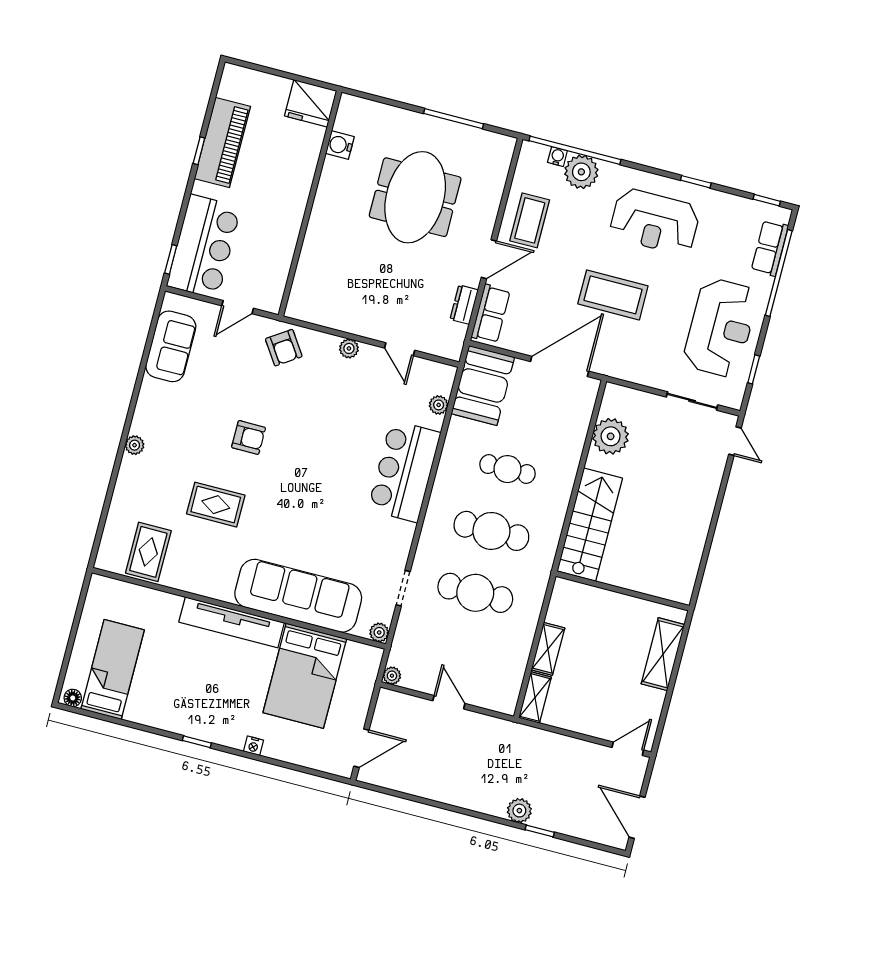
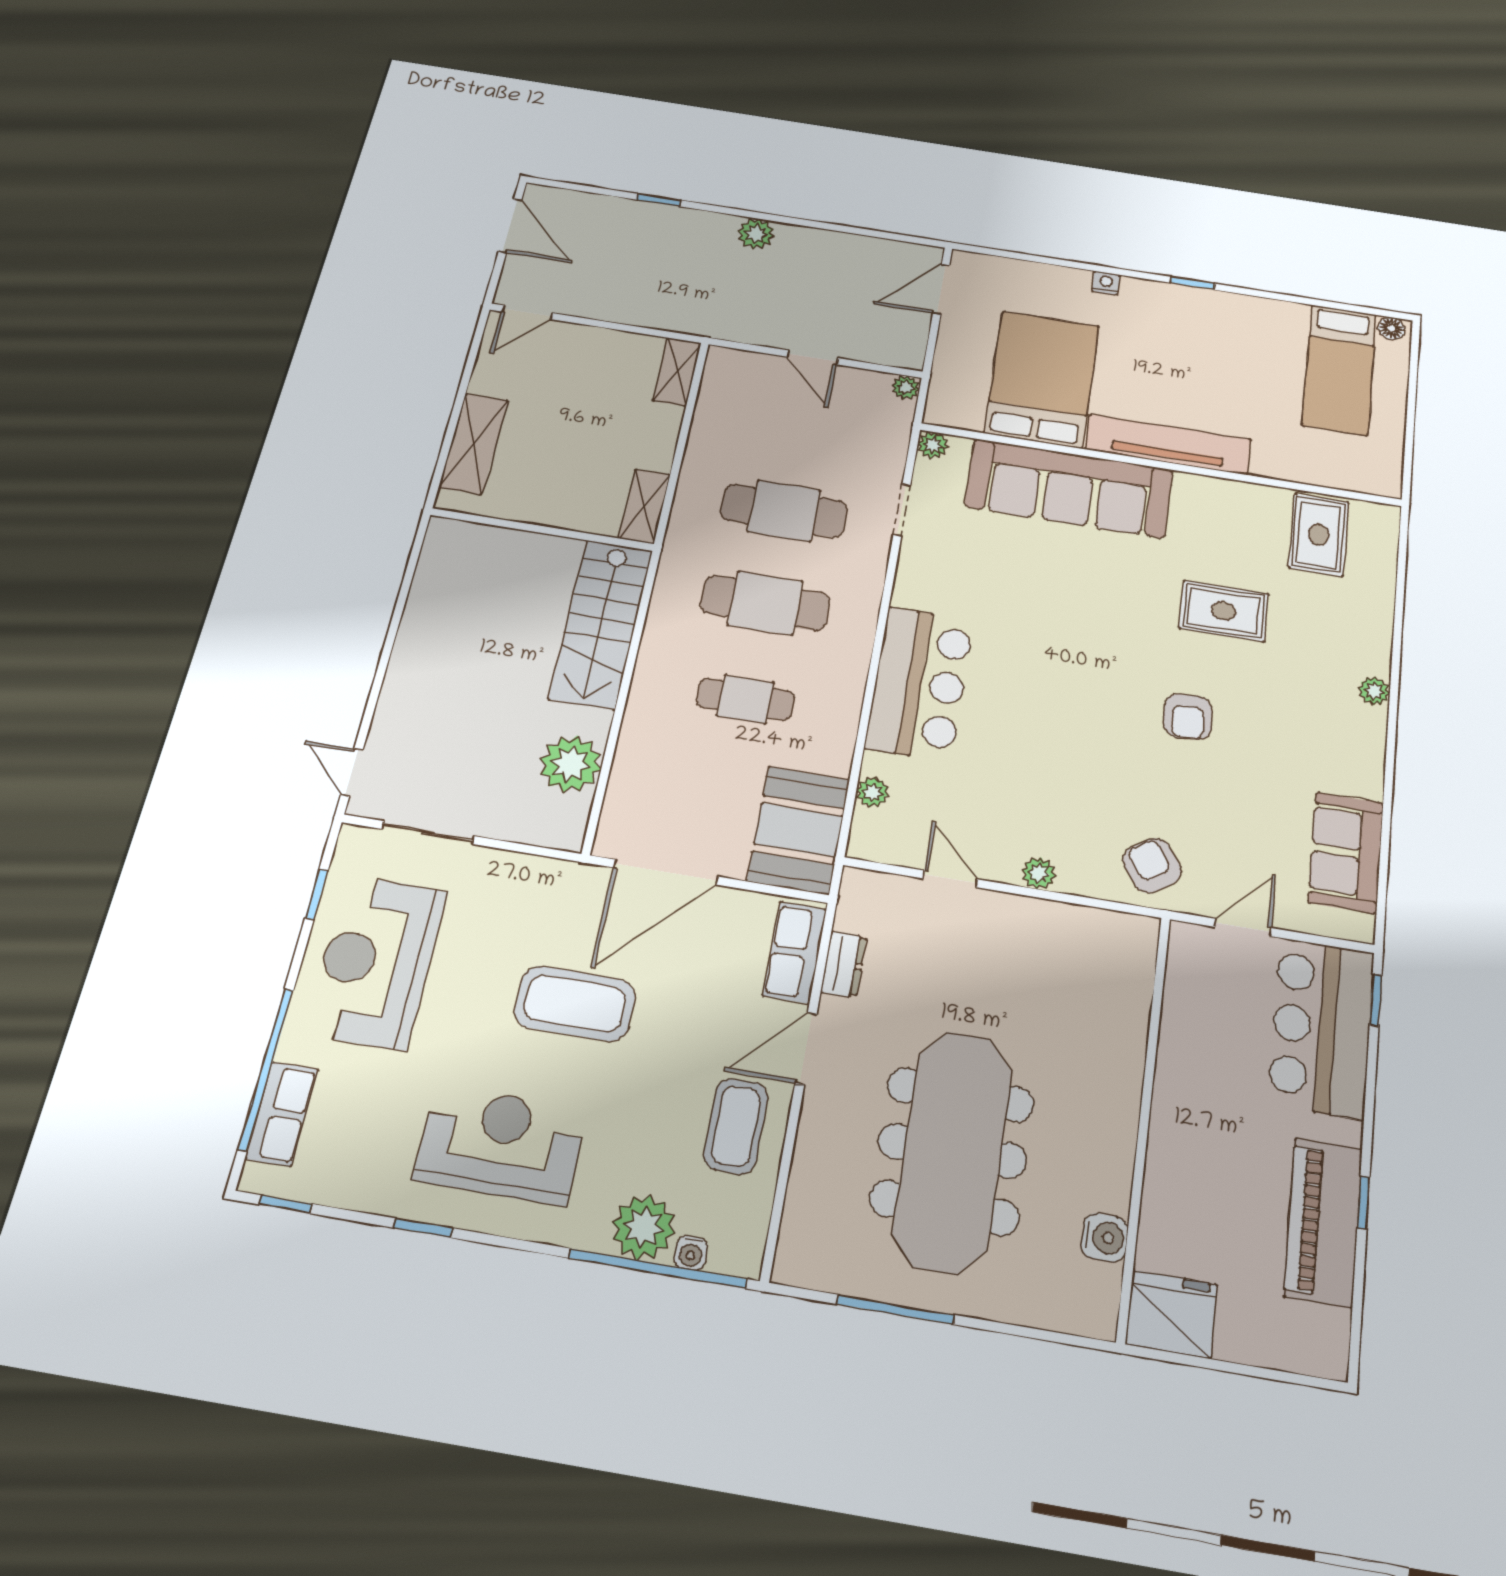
meeting table: (415, 197) -> (952, 1151), width x1.36
armchair: (249, 437) -> (1188, 717), turned -93
shelving: (548, 649) -> (645, 506), moved
plant: (519, 811) -> (756, 234), moved

